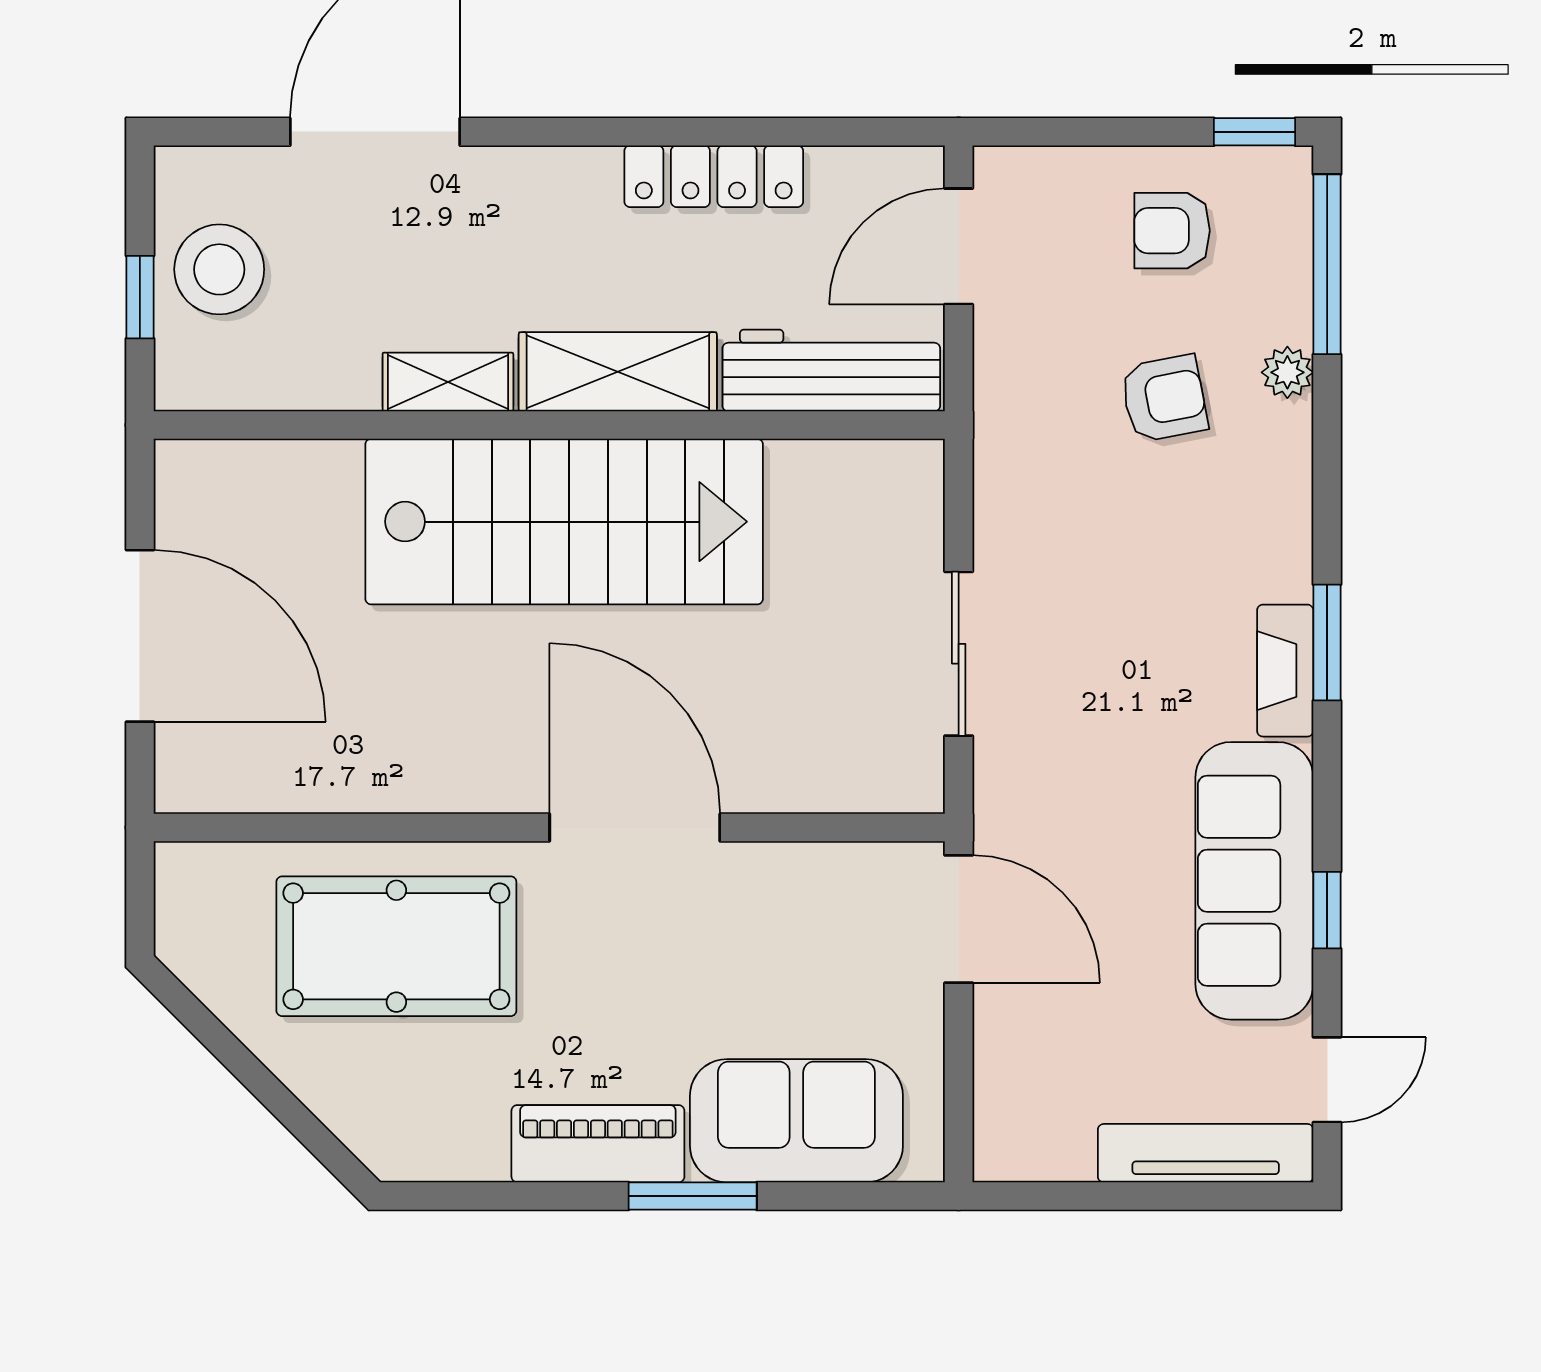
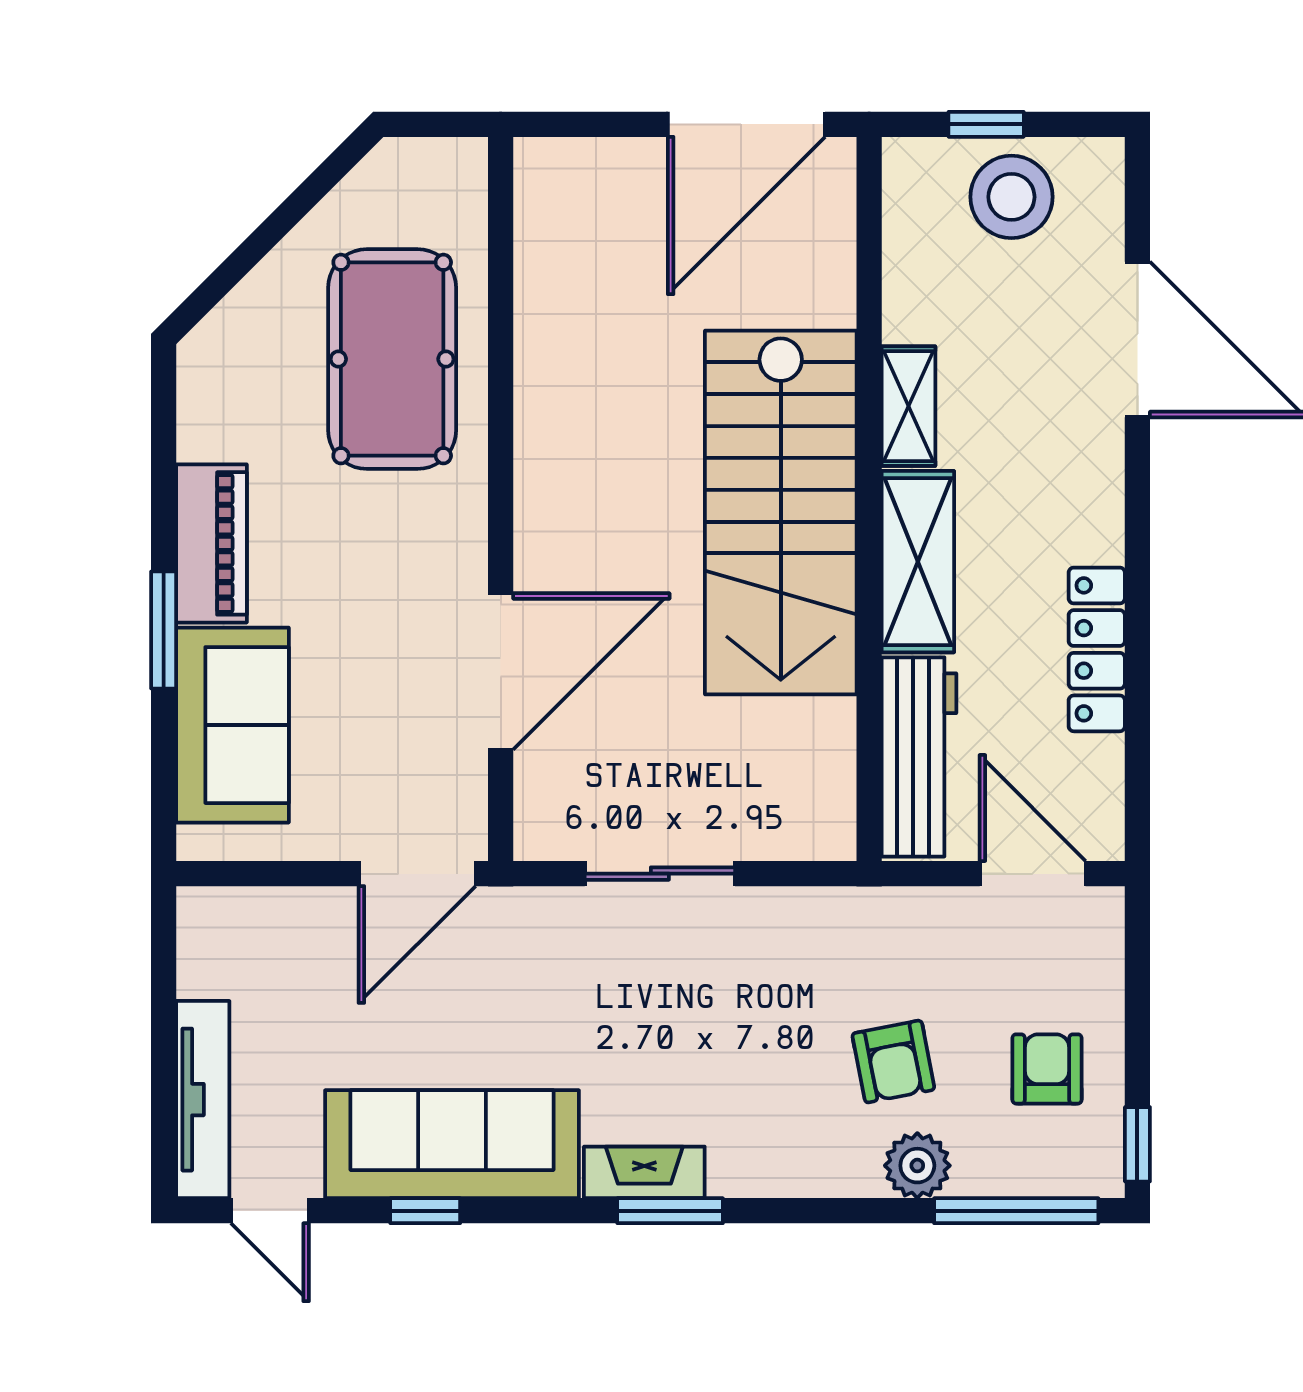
plant: (1287, 372) -> (917, 1166), width x1.38, depth x1.38
door: (140, 636) -> (746, 124), moved
door: (635, 828) -> (501, 671), moved

